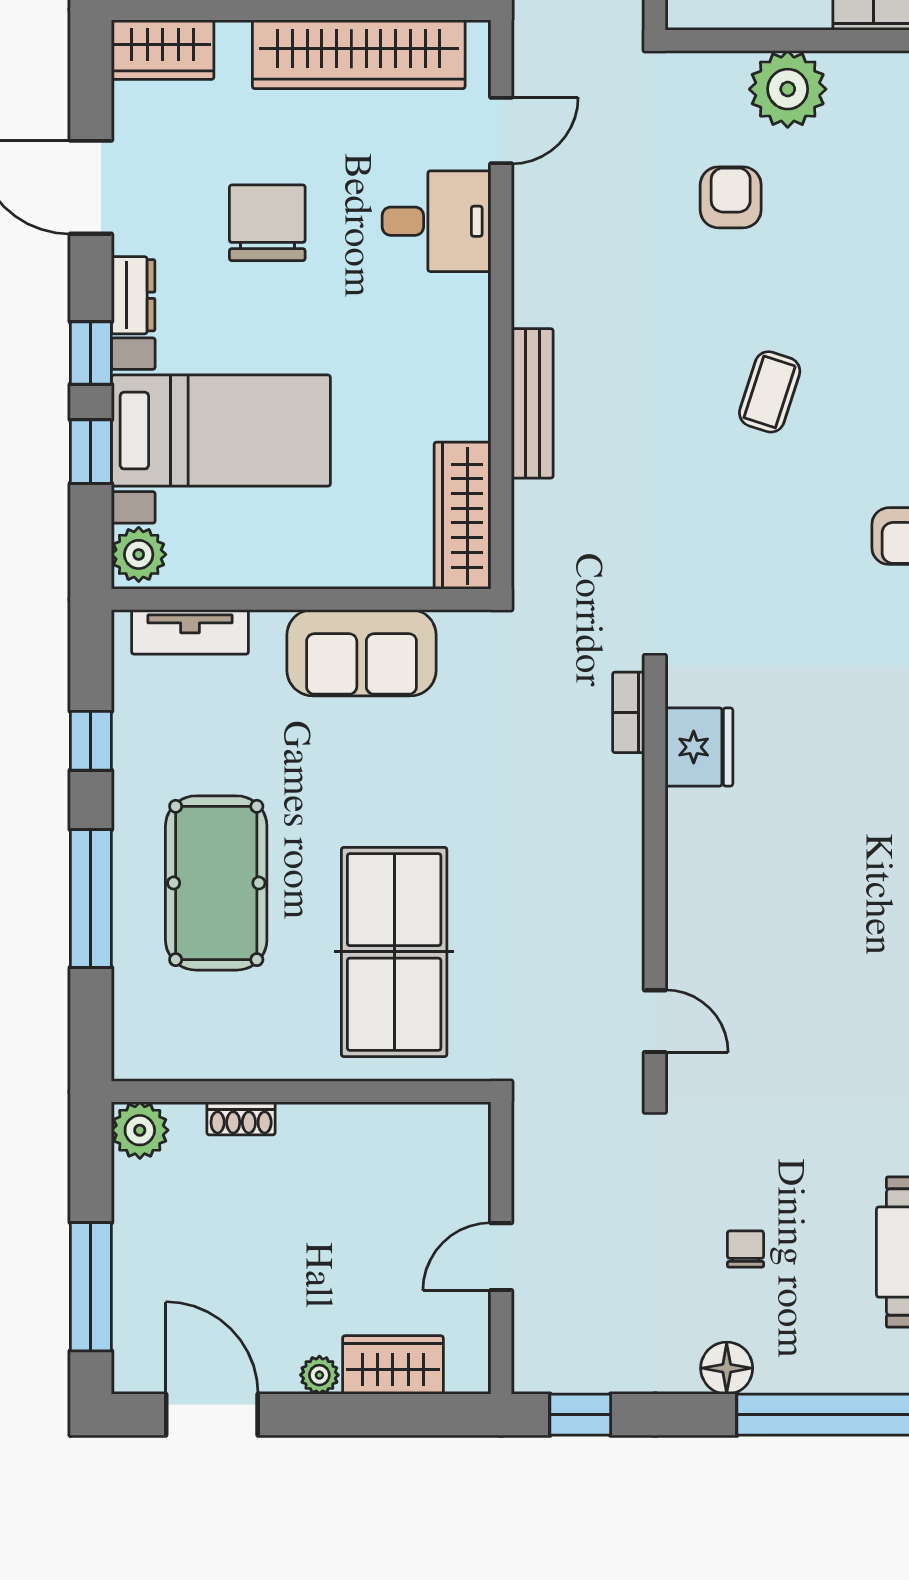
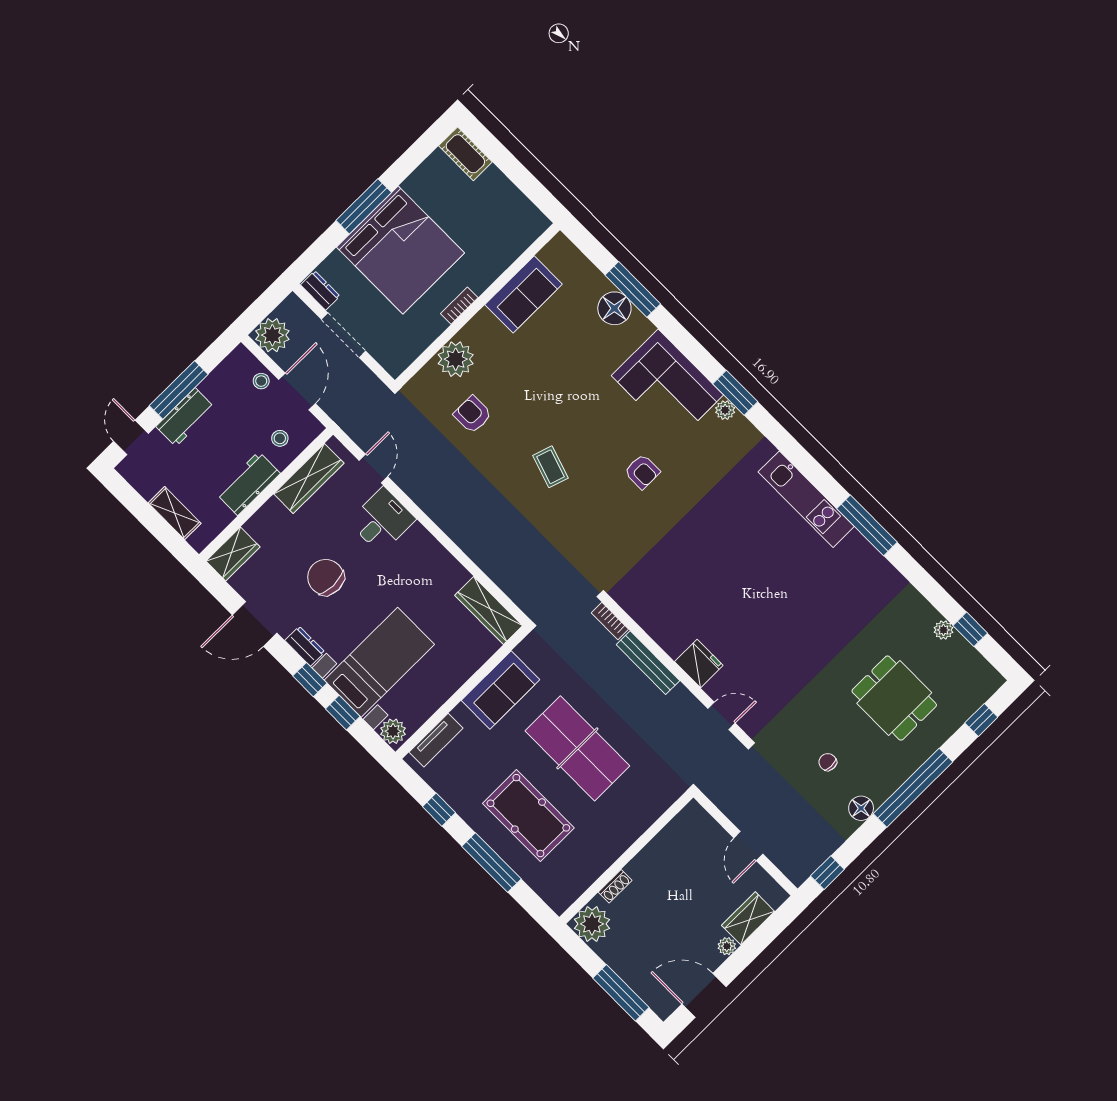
wardrobe: (359, 54) -> (309, 478), width x0.71, depth x0.85
bench: (532, 403) -> (648, 663), moved
fridge: (699, 747) -> (699, 664), moved
table tennis table: (394, 952) -> (577, 748), moved
plant: (140, 1130) -> (592, 924), width x1.36, depth x1.36

